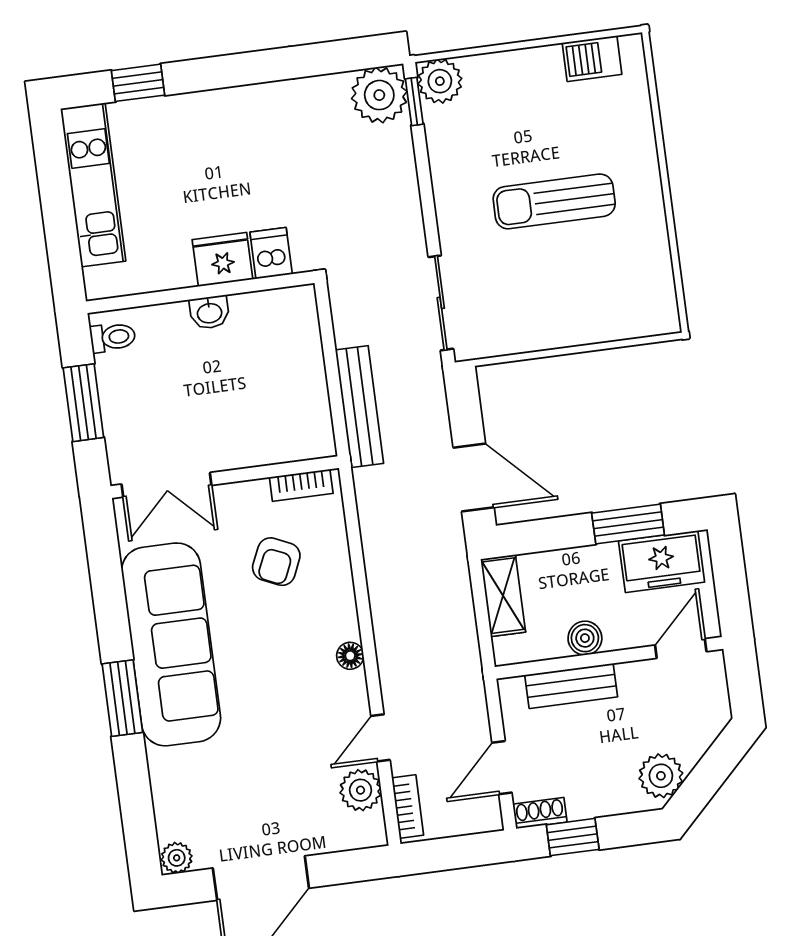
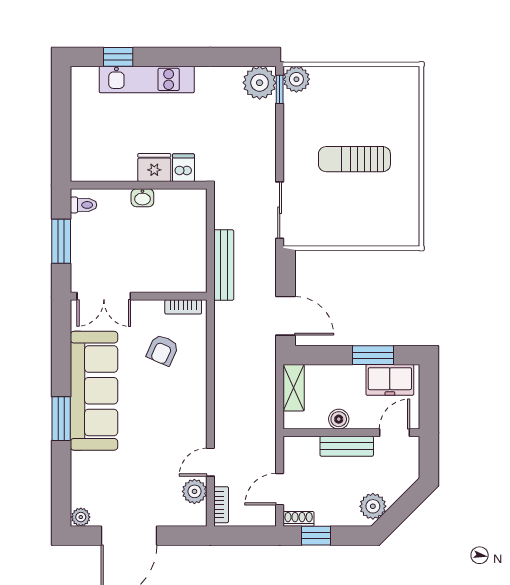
barbecue: (592, 58) -> (388, 78), removed
kitchen unit: (93, 185) -> (147, 79), moved, turned 90
floor lamp: (350, 656) -> (199, 411), removed
bench: (571, 686) -> (347, 446), moved

